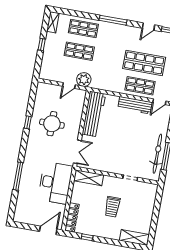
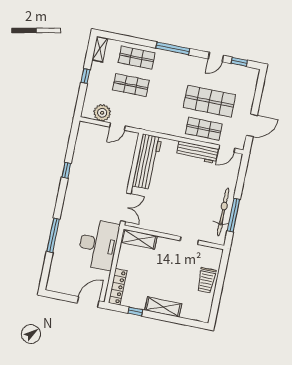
plant: (84, 80) -> (102, 113), moved
round table: (52, 124) -> (96, 172), removed
trolley: (112, 207) -> (206, 280), moved
shelving: (134, 237) -> (163, 307), moved

